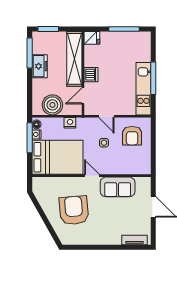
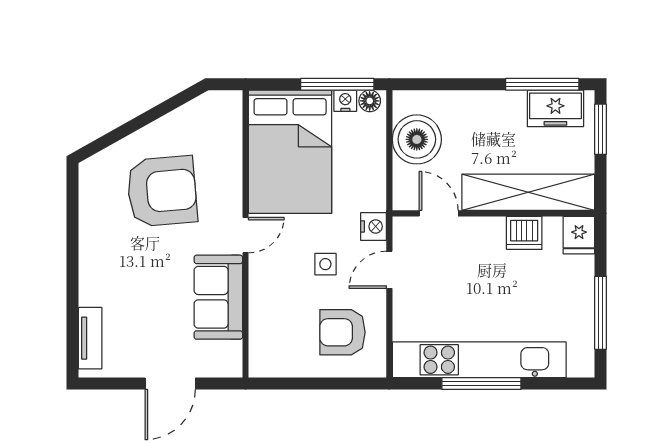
freezer: (40, 66) -> (555, 108), moved
dishwasher: (91, 75) -> (524, 233), moved
kitchen unit: (143, 89) -> (479, 360), width x1.36
nightstand: (70, 123) -> (374, 226), moved

